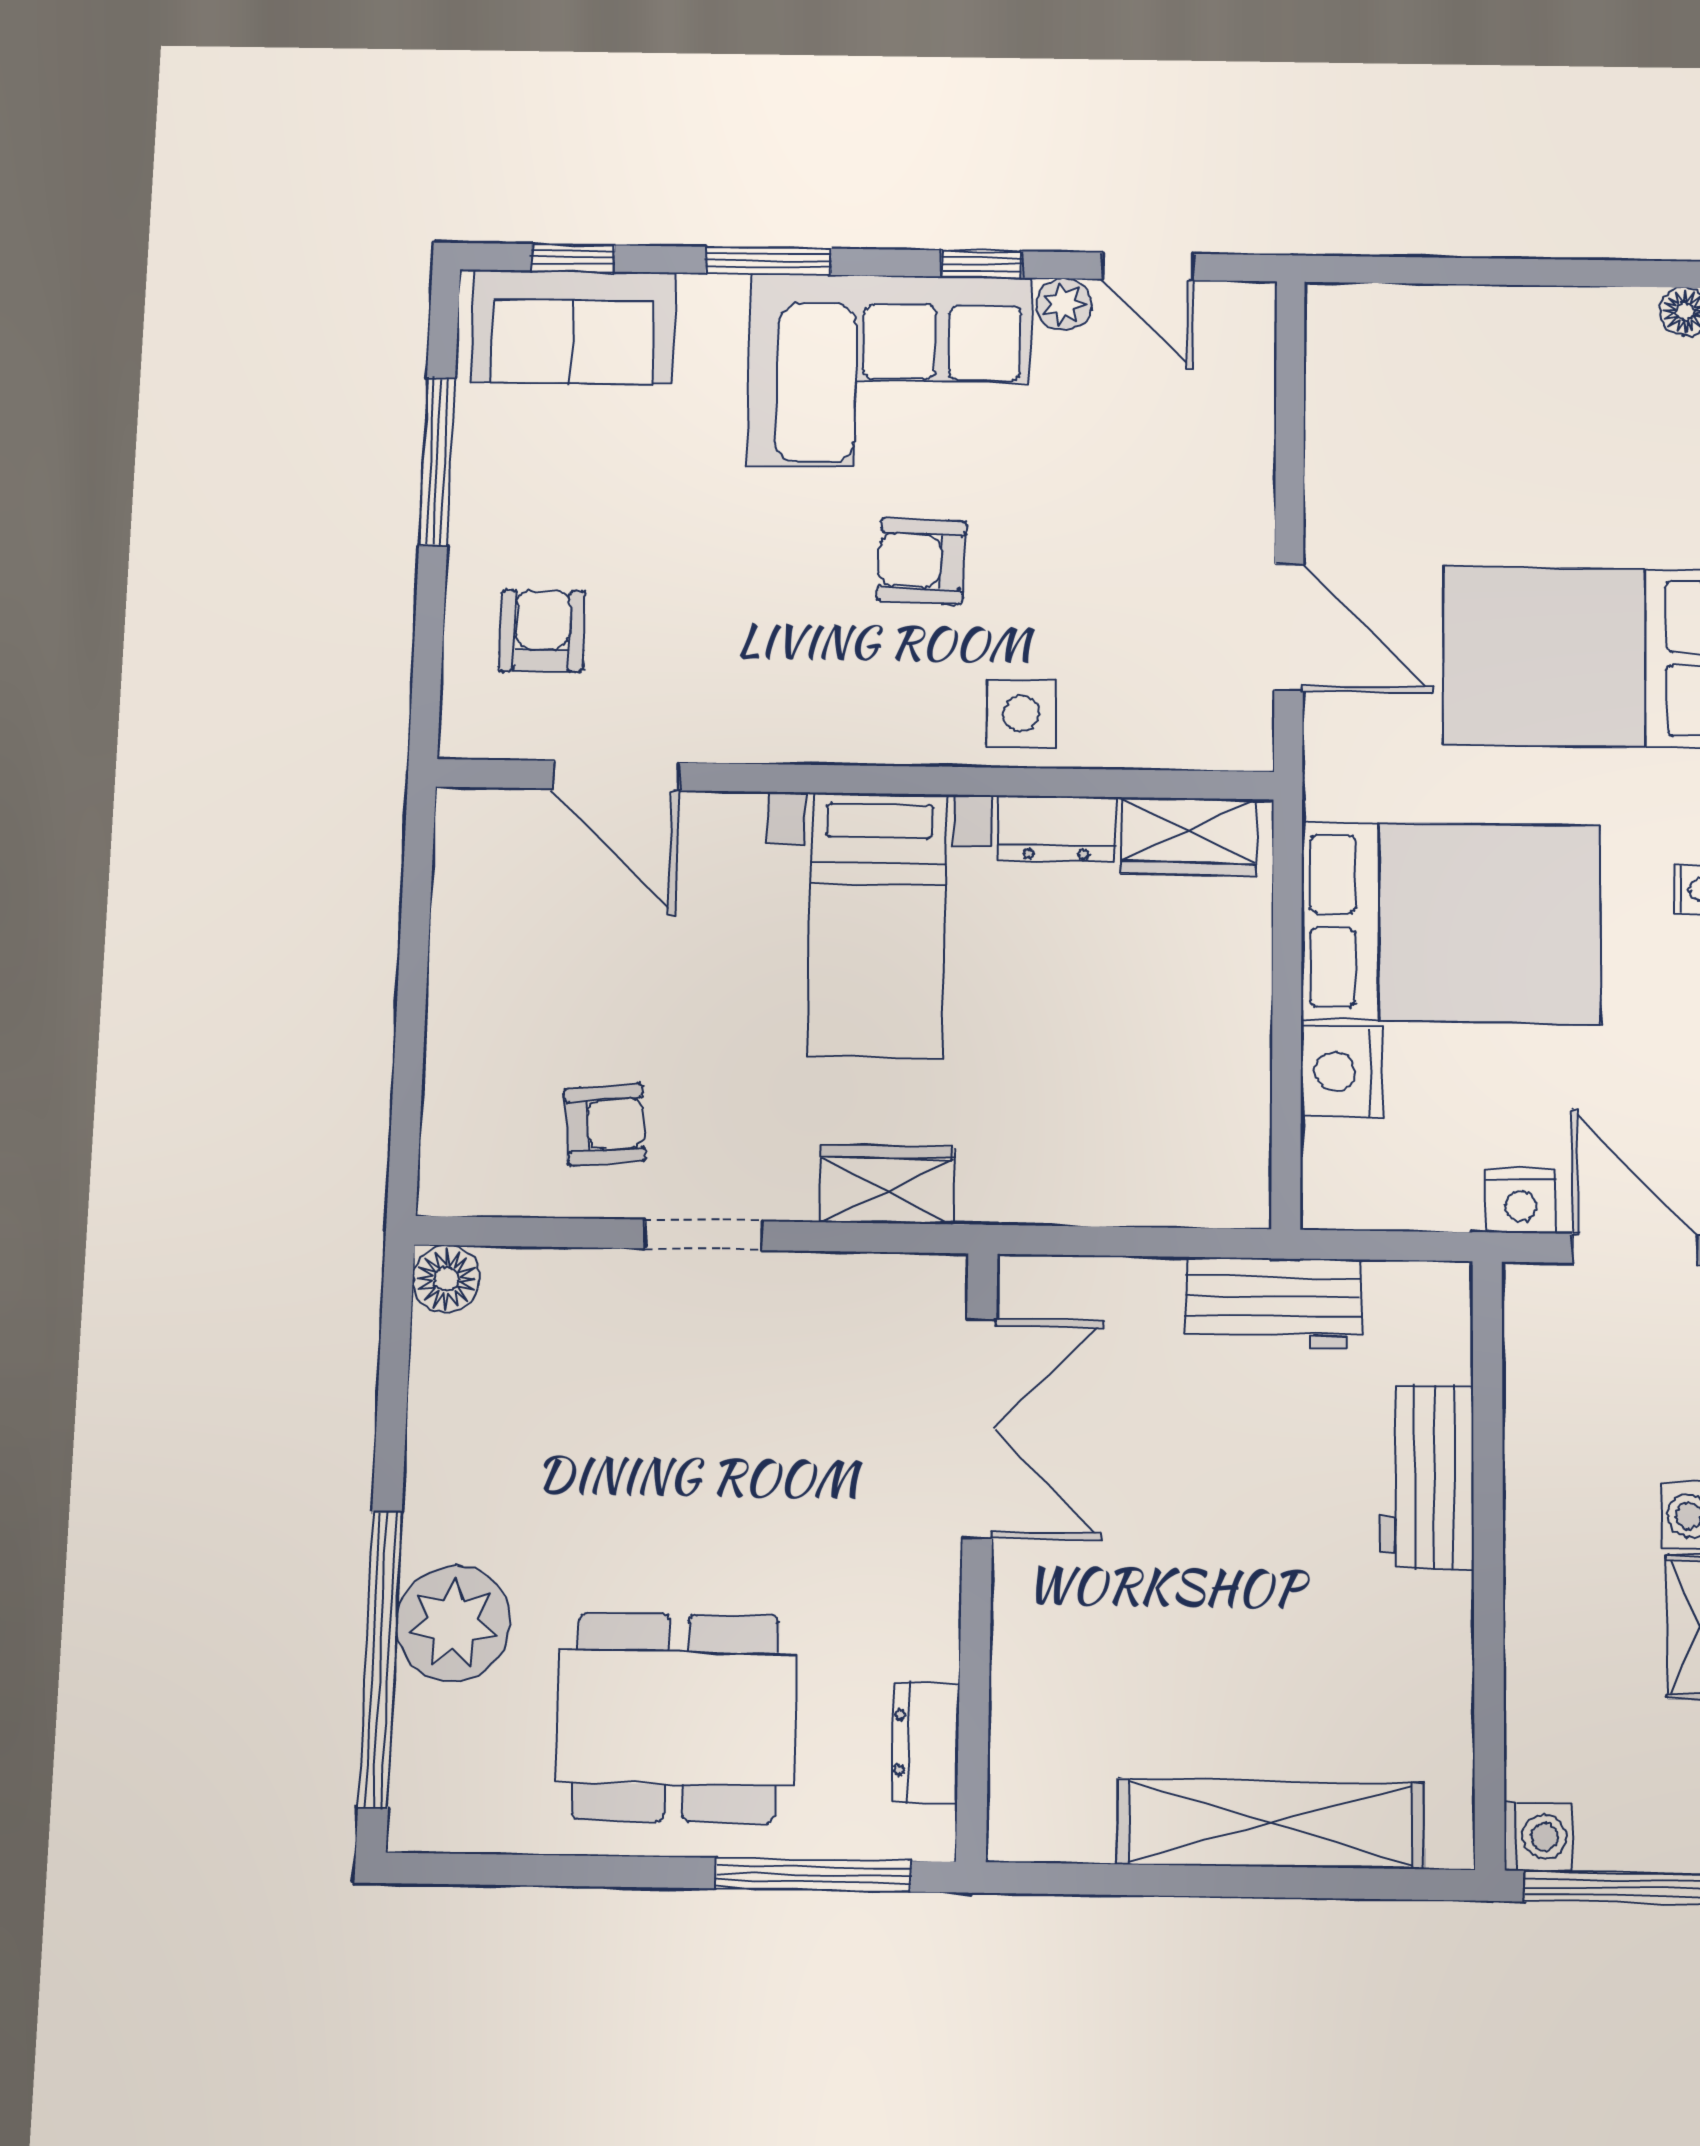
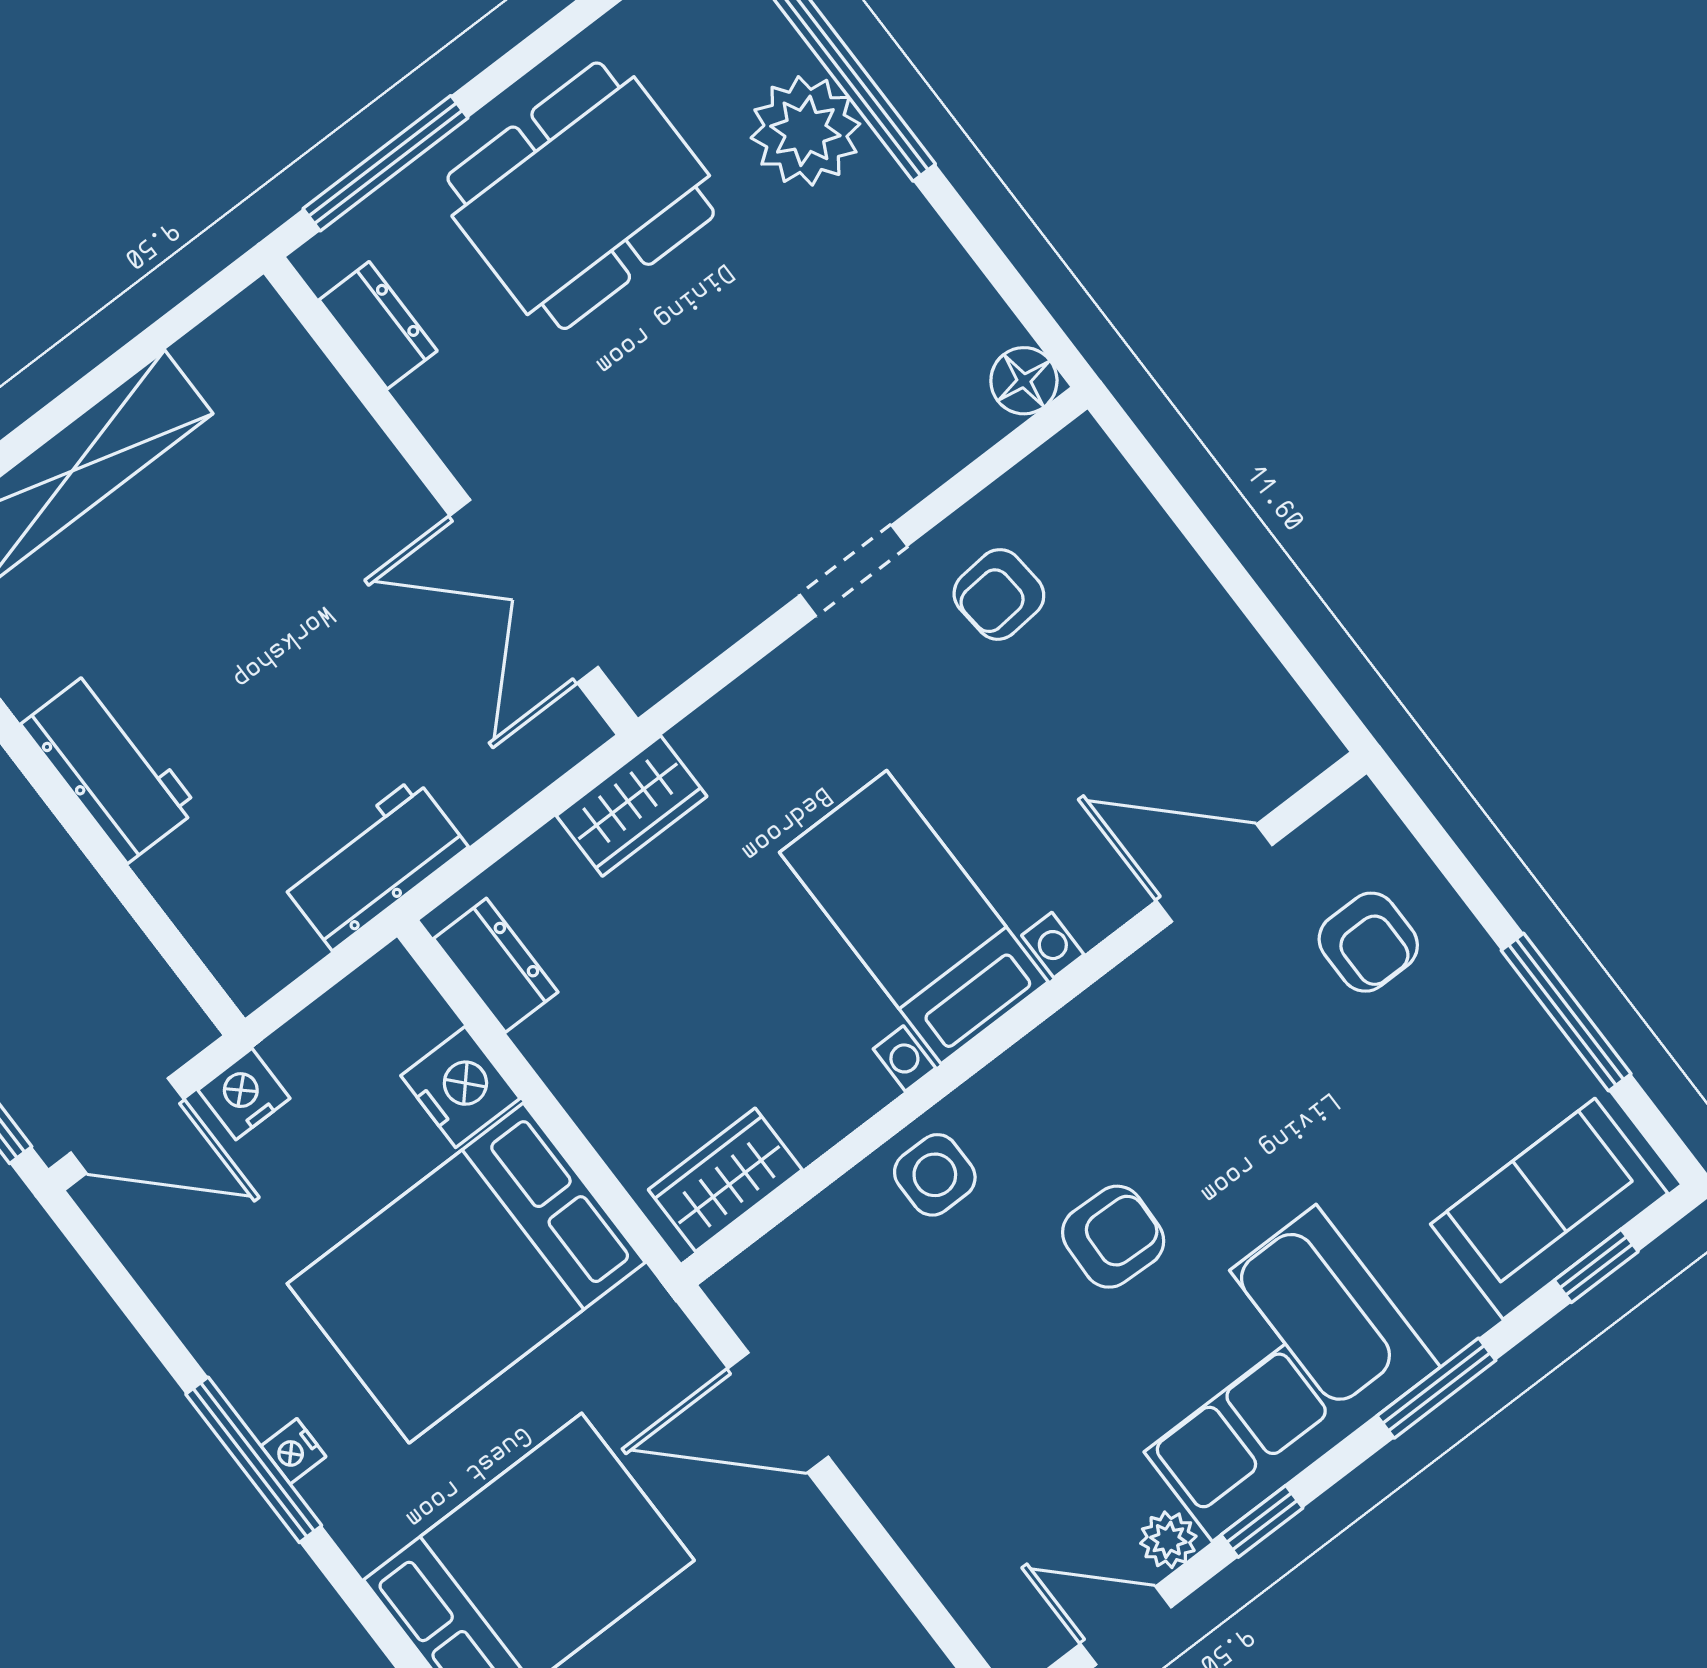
dresser: (1057, 829) -> (496, 965), moved, turned 90
wardrobe: (886, 1184) -> (632, 806), moved
workbench: (1427, 1477) -> (110, 766), moved

